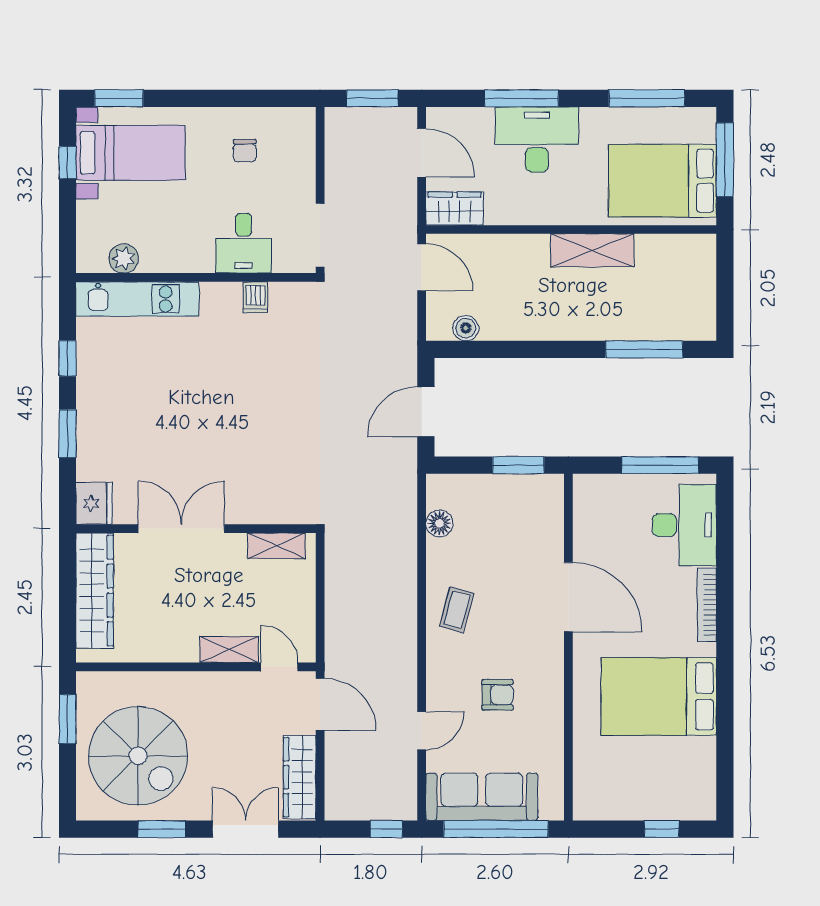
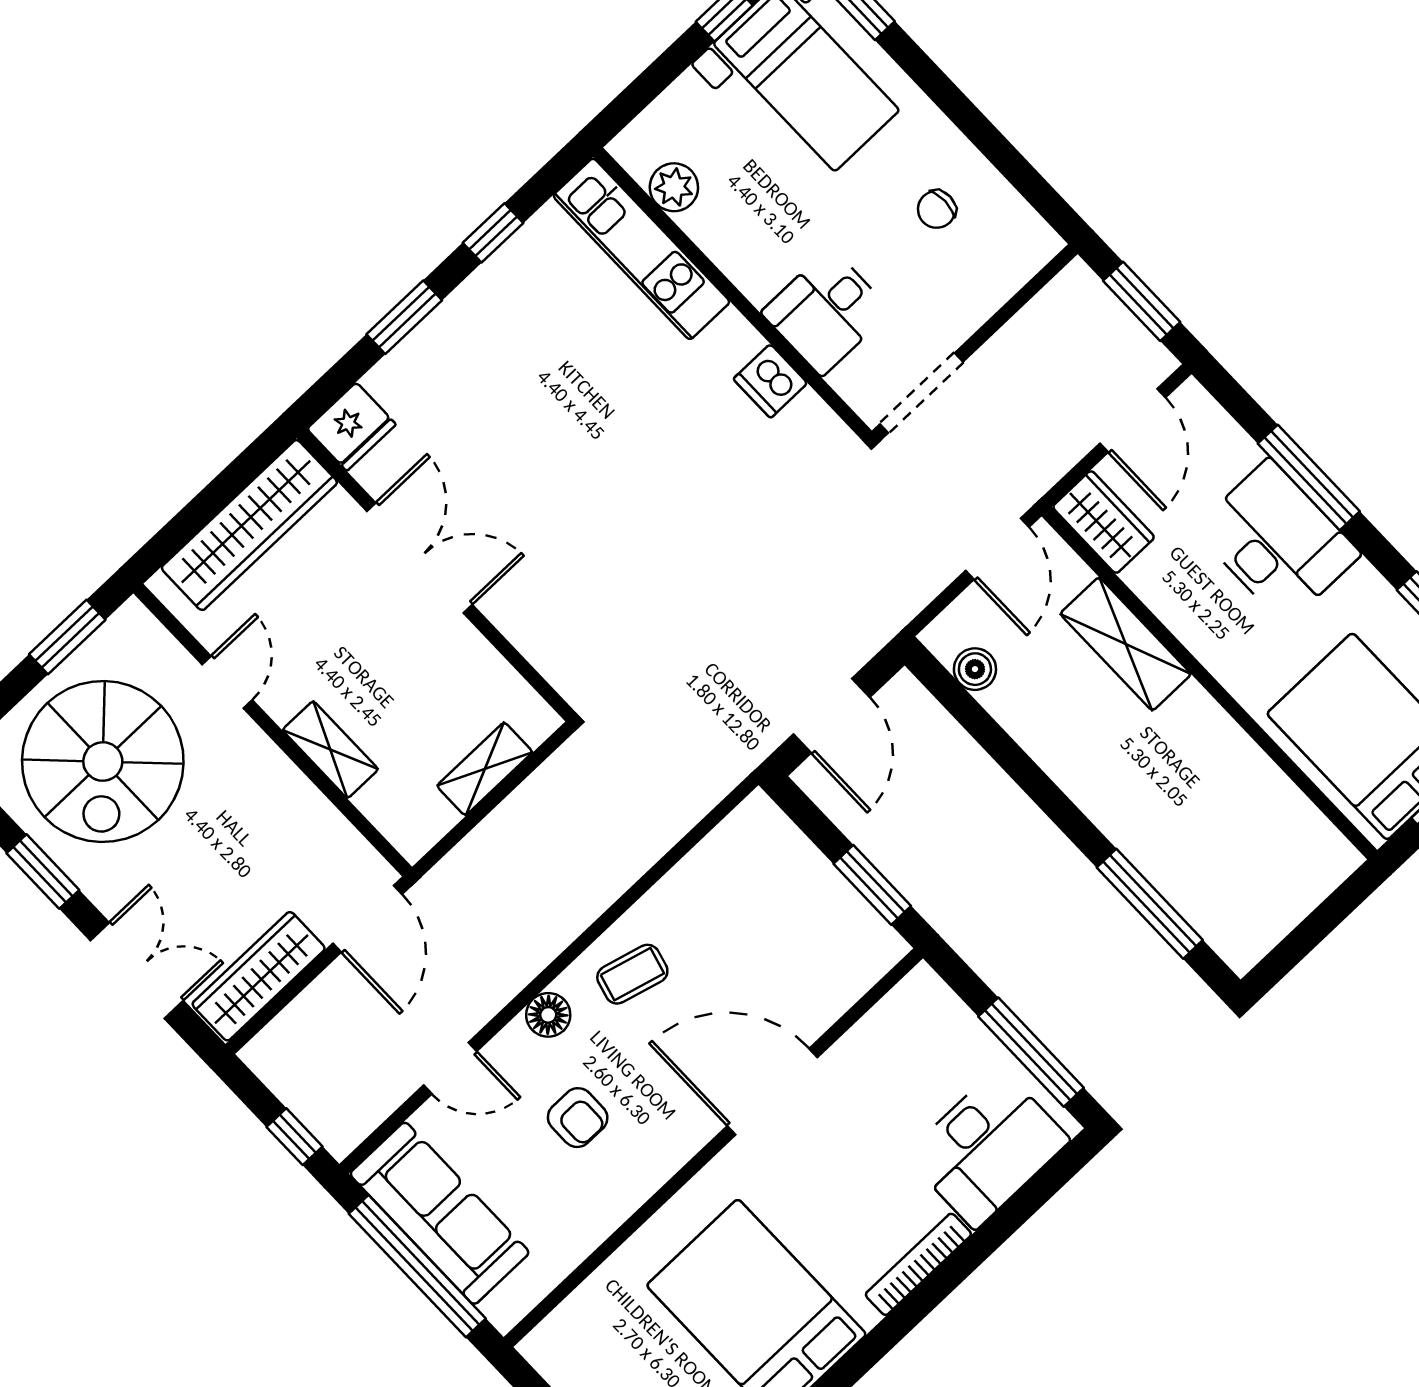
shelving: (592, 250) -> (1126, 644), moved
dishwasher: (255, 297) -> (770, 381), width x1.38
door: (426, 412) -> (832, 716), swing flipped
floor lamp: (439, 523) -> (548, 1015), moved
shelving: (276, 546) -> (485, 769), moved, turned 90
door: (568, 597) -> (772, 1092), swing flipped
door: (279, 667) -> (227, 682), moved

